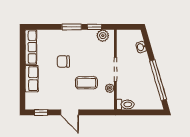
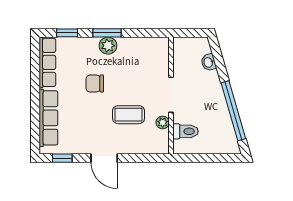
window: (94, 27) -> (67, 33), moved
plant: (103, 36) -> (108, 46), moved
row of seats: (32, 79) -> (48, 118), width x1.48
toilet: (125, 104) -> (186, 131), moved

